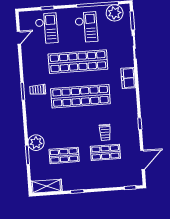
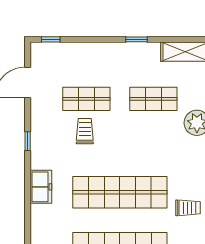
freezer: (128, 78) -> (41, 187), moved

